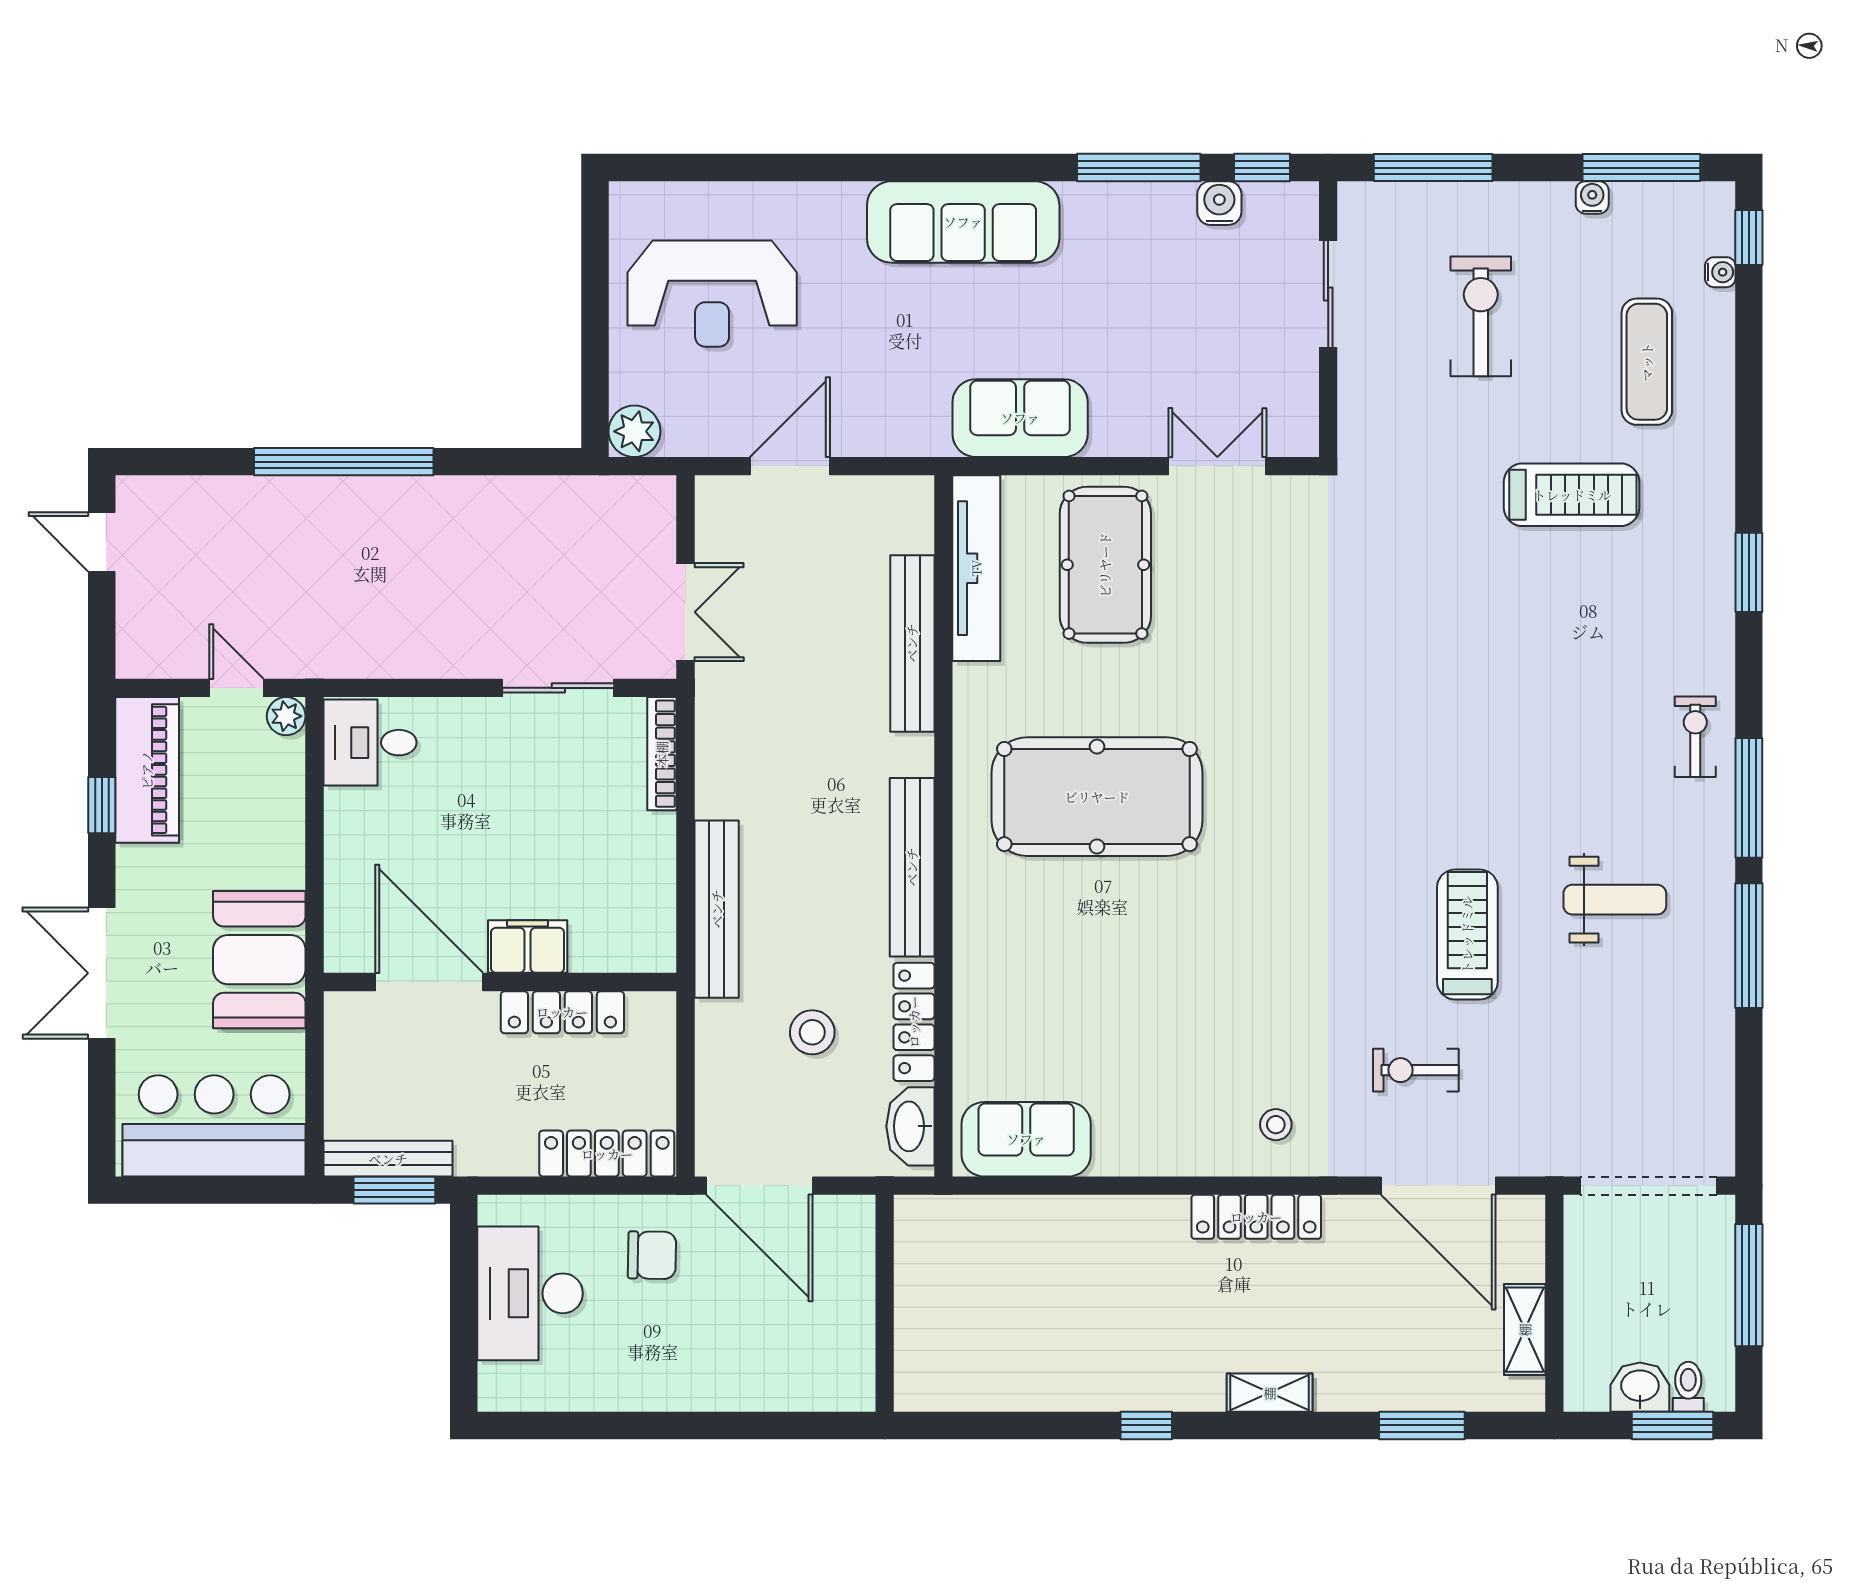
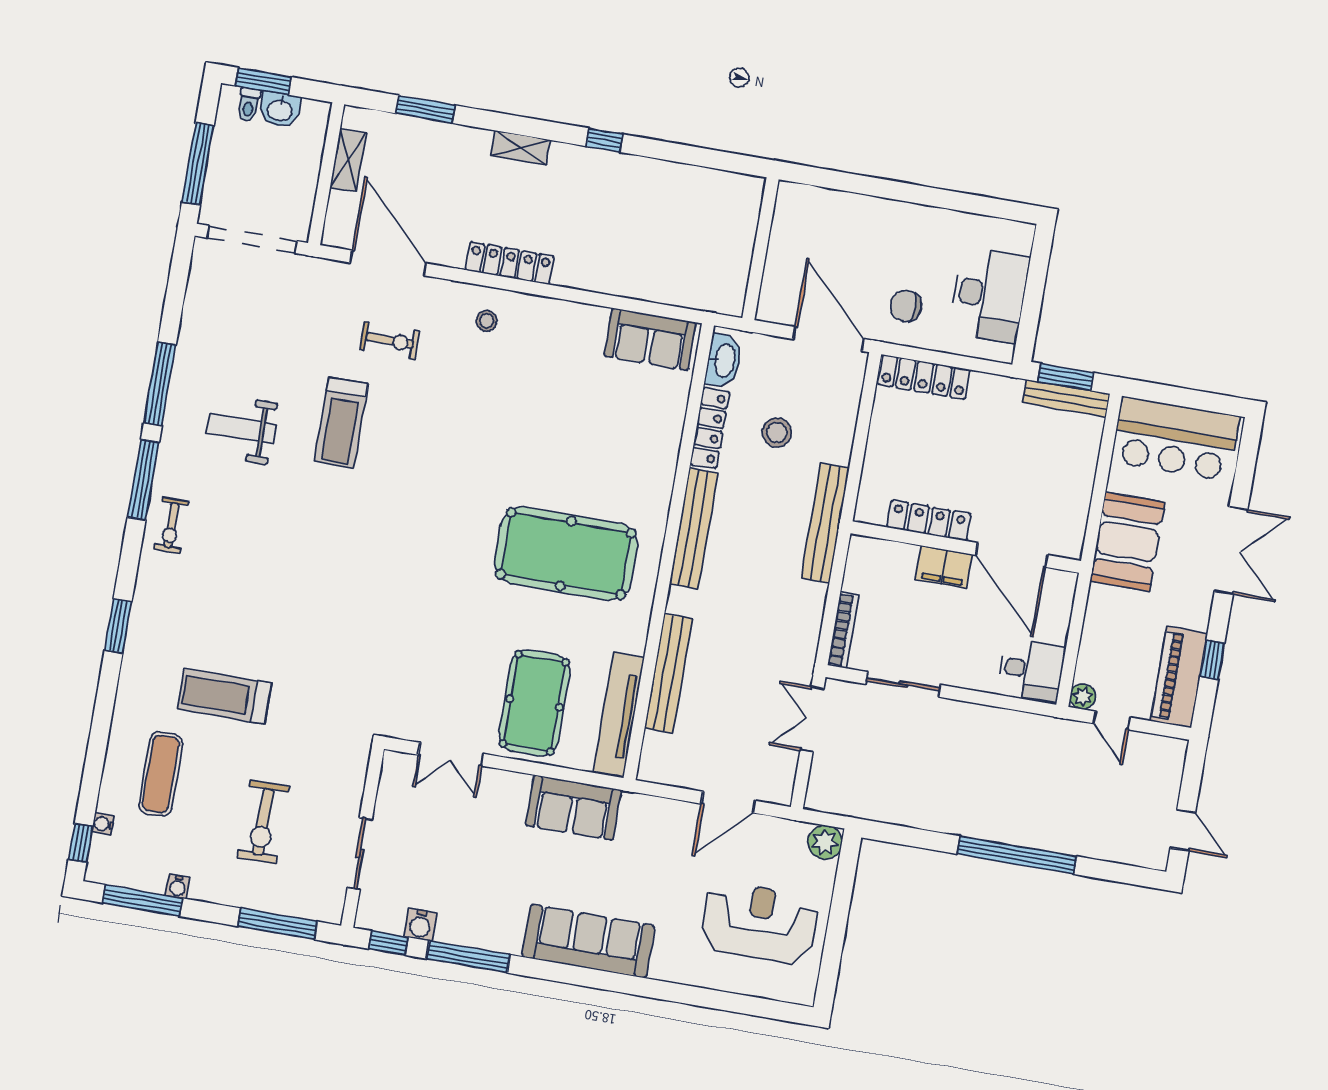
filing cabinet: (528, 947) -> (944, 567), moved
door: (429, 982) -> (1012, 555), moved
wall: (500, 982) -> (966, 547), moved
locker: (562, 1012) -> (929, 521), moved

